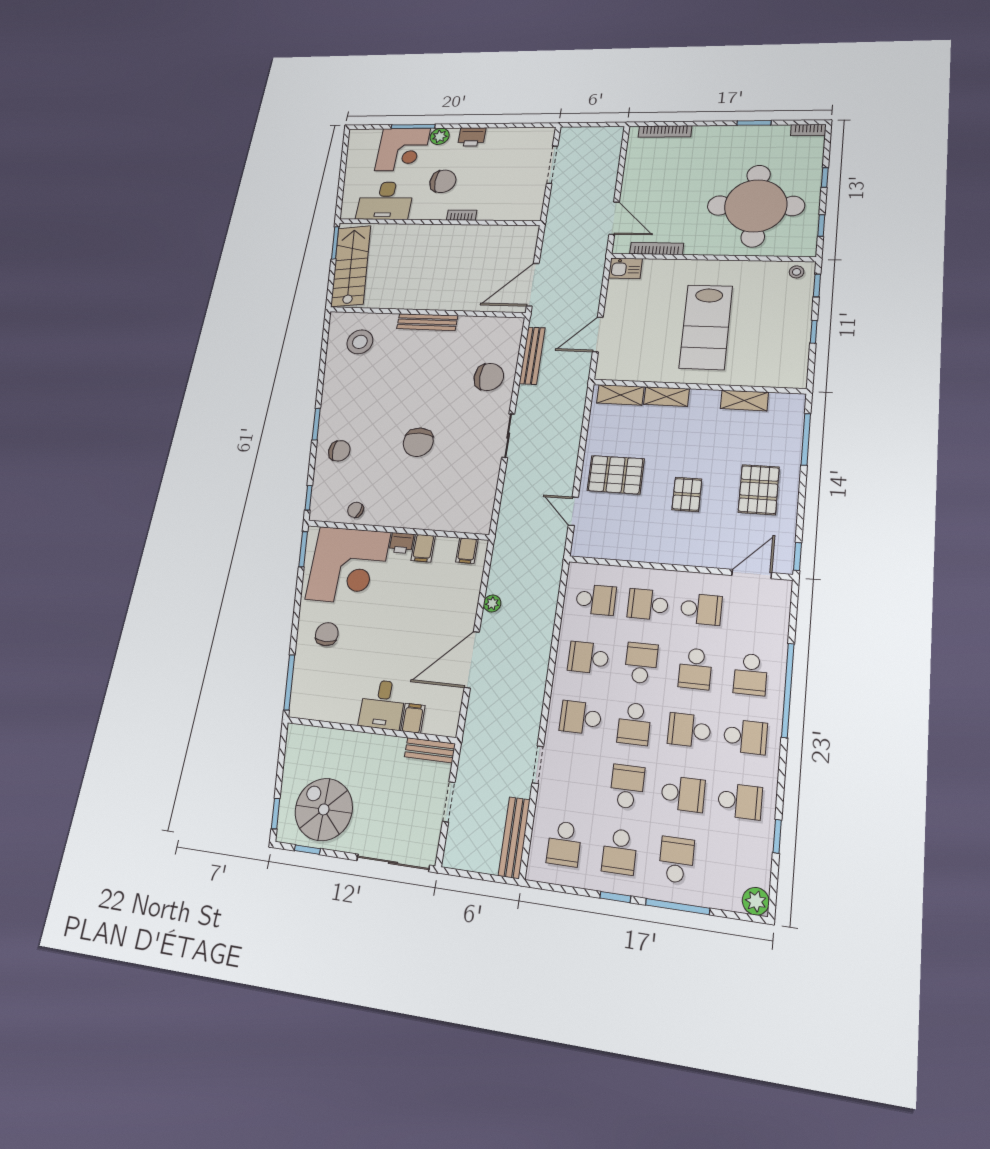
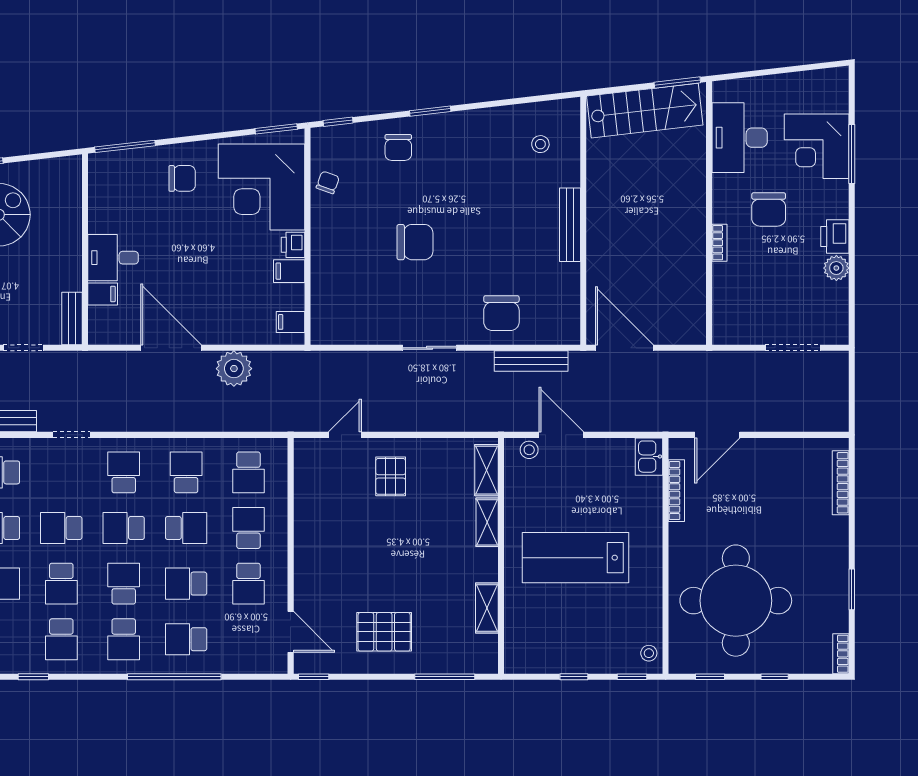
plant: (440, 136) -> (836, 268), moved
stool: (360, 342) -> (540, 144), width x0.53, depth x0.53
stool: (607, 360) -> (529, 450), added
chair: (418, 442) -> (415, 242), turned 180
pallet: (616, 475) -> (391, 476), width x0.67, depth x0.71
pallet: (687, 494) -> (373, 556), removed
plant: (492, 603) -> (234, 369), width x1.88, depth x1.88
school desk: (627, 787) -> (61, 528), turned 180

